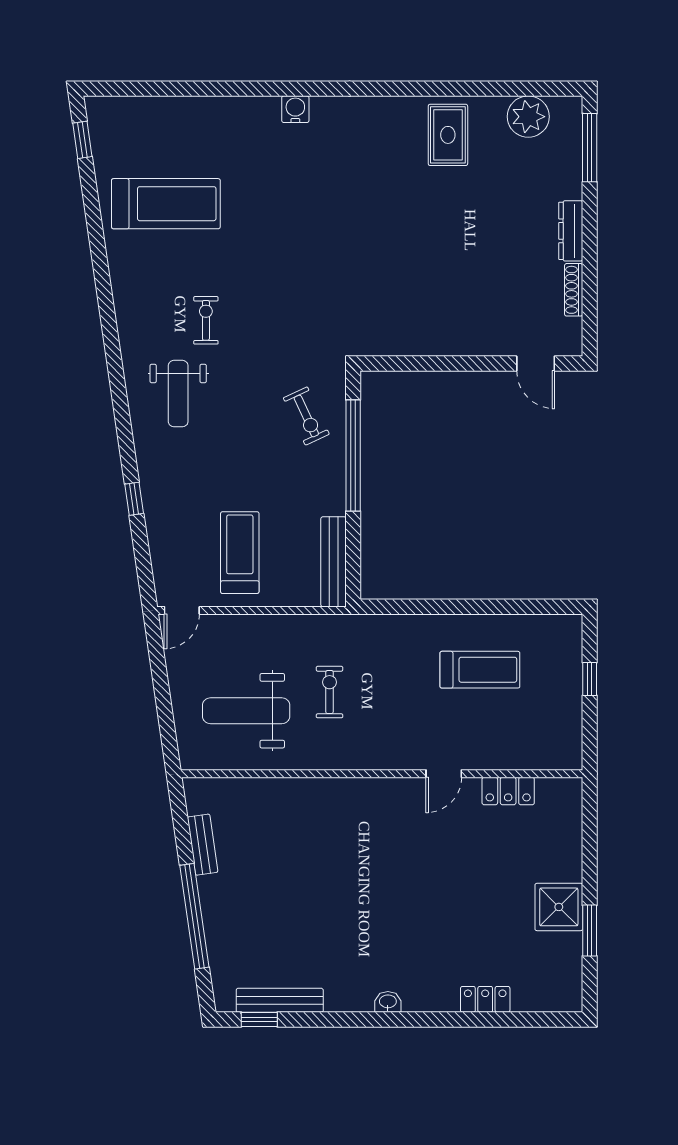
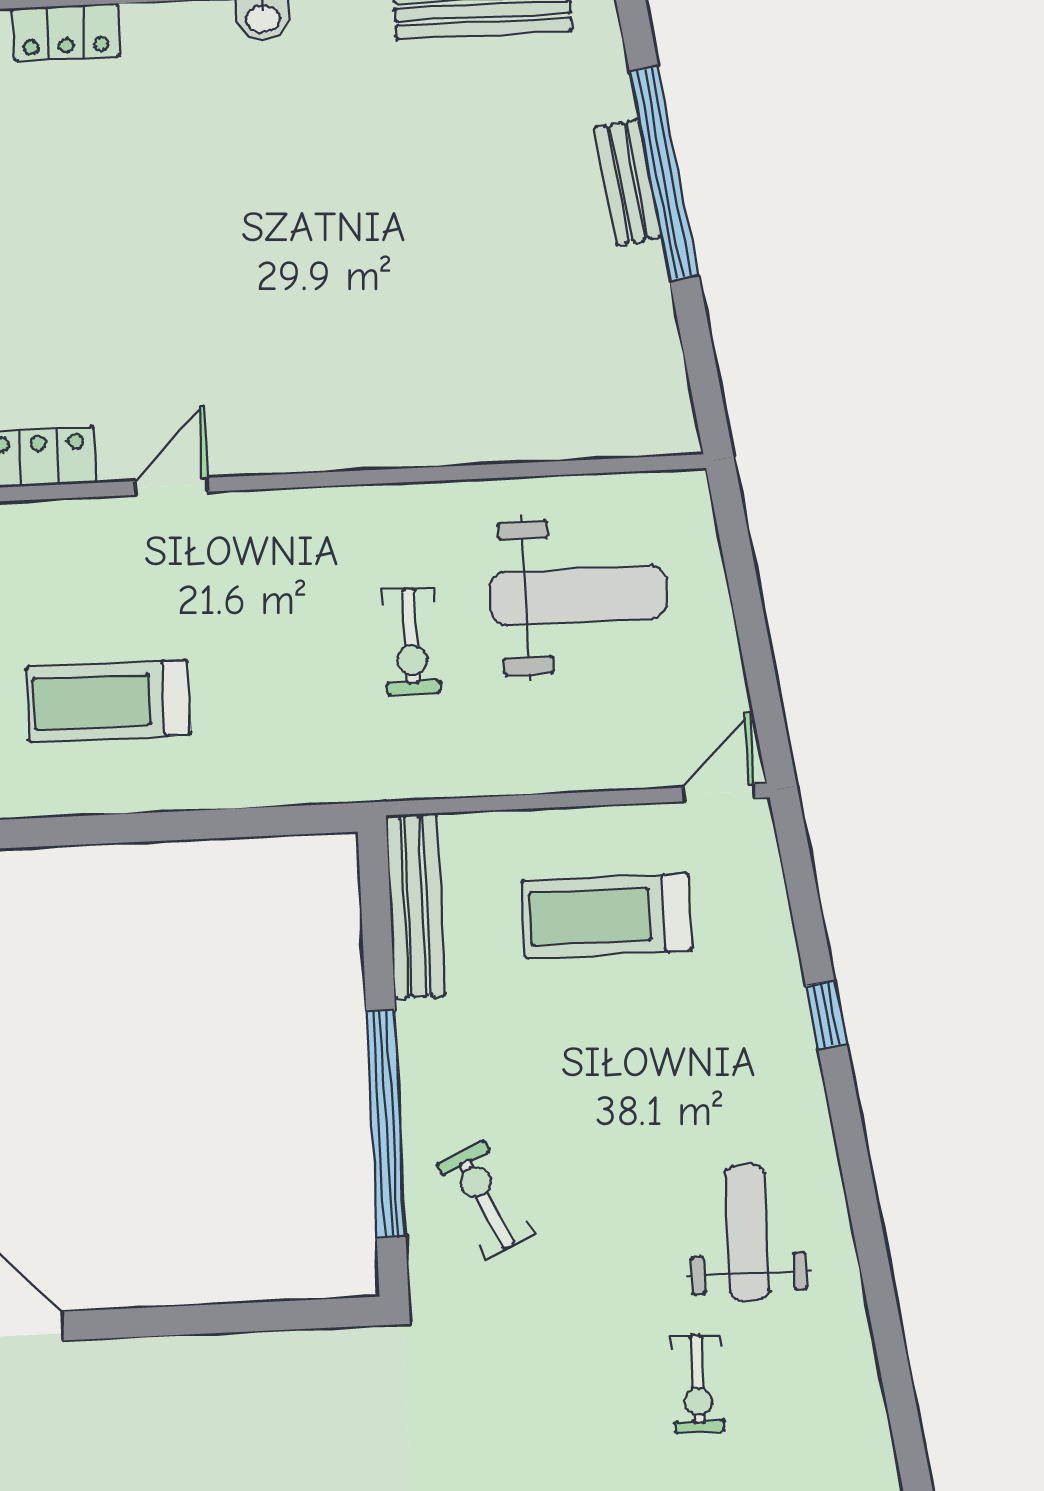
treadmill: (240, 553) -> (607, 916), turned 90
bench: (203, 845) -> (628, 182), moved

